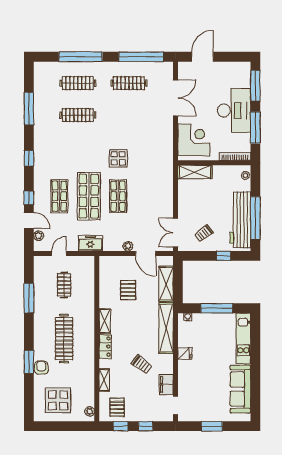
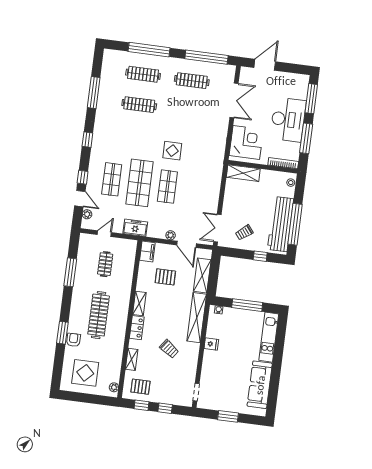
pallet: (128, 290) -> (165, 277), turned 90
filing cabinet: (166, 384) -> (147, 251), moved, turned 180
pallet: (117, 407) -> (140, 387), turned 90

